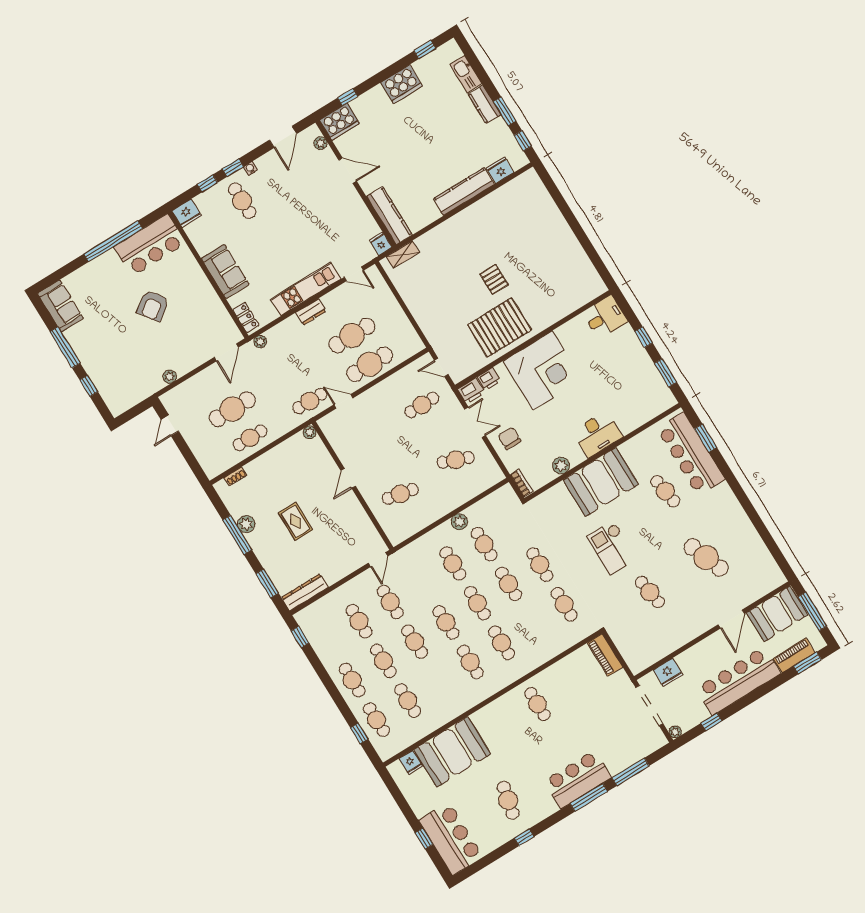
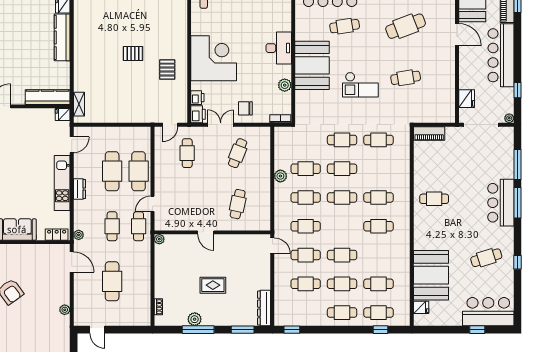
pallet: (499, 327) -> (167, 70), width x0.49, depth x0.50
cafe table: (250, 438) -> (112, 226), moved
cafe table: (446, 622) -> (306, 226), moved
cafe table: (508, 800) -> (486, 258), turned -31

